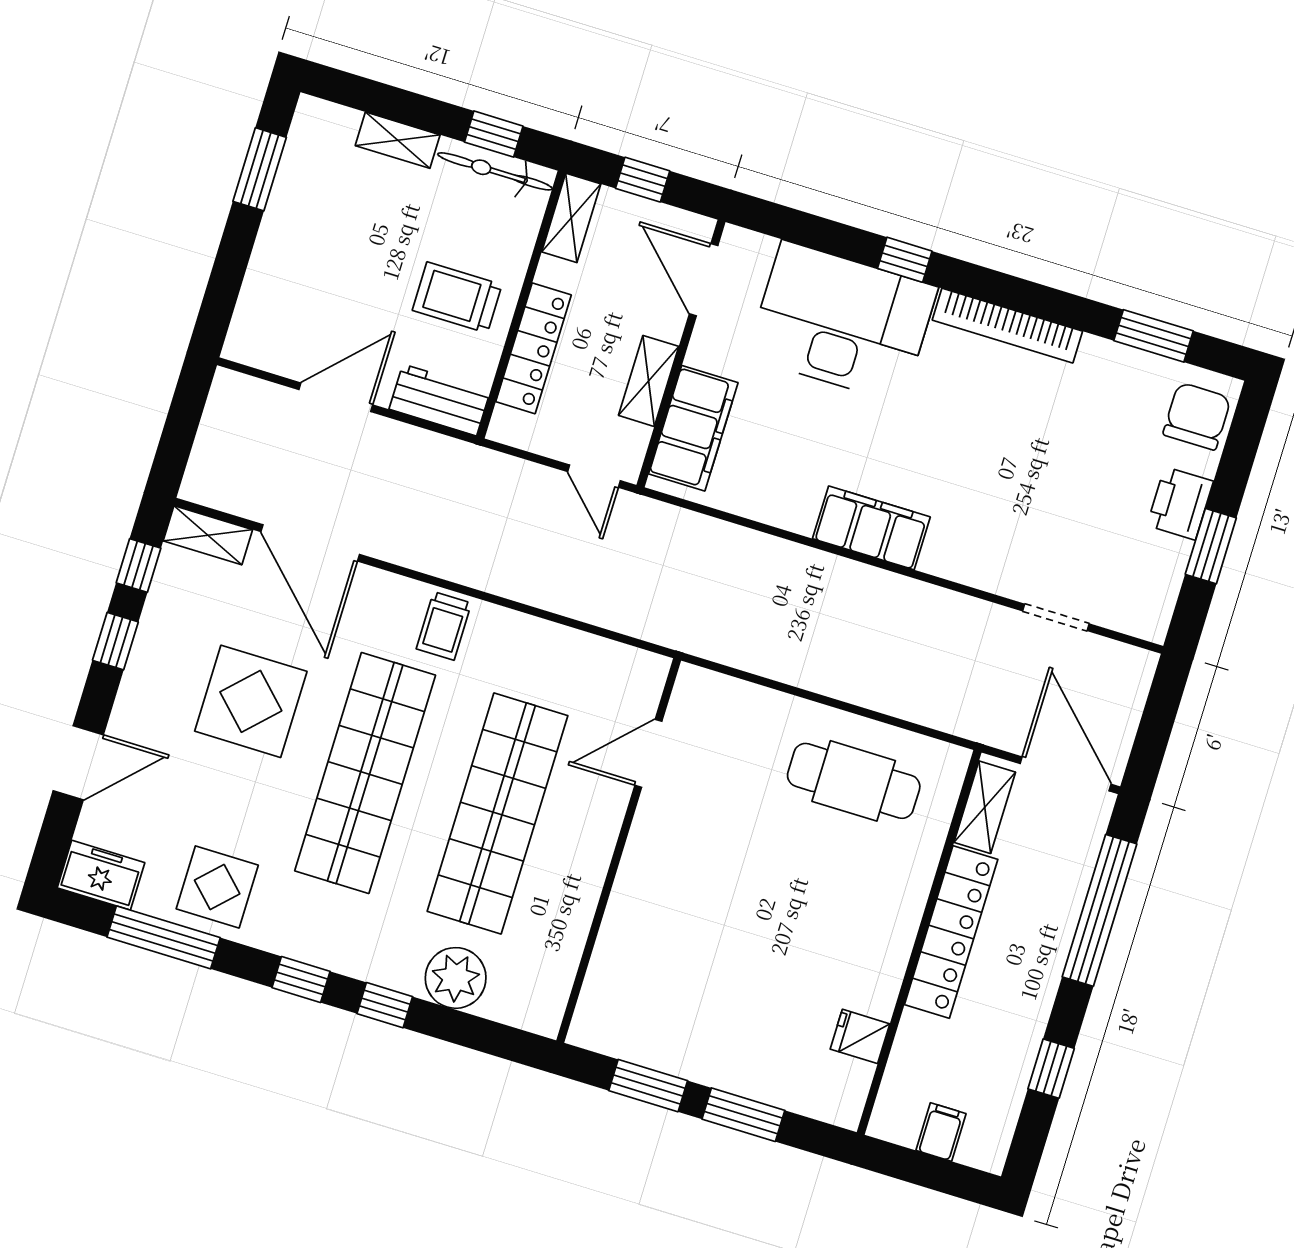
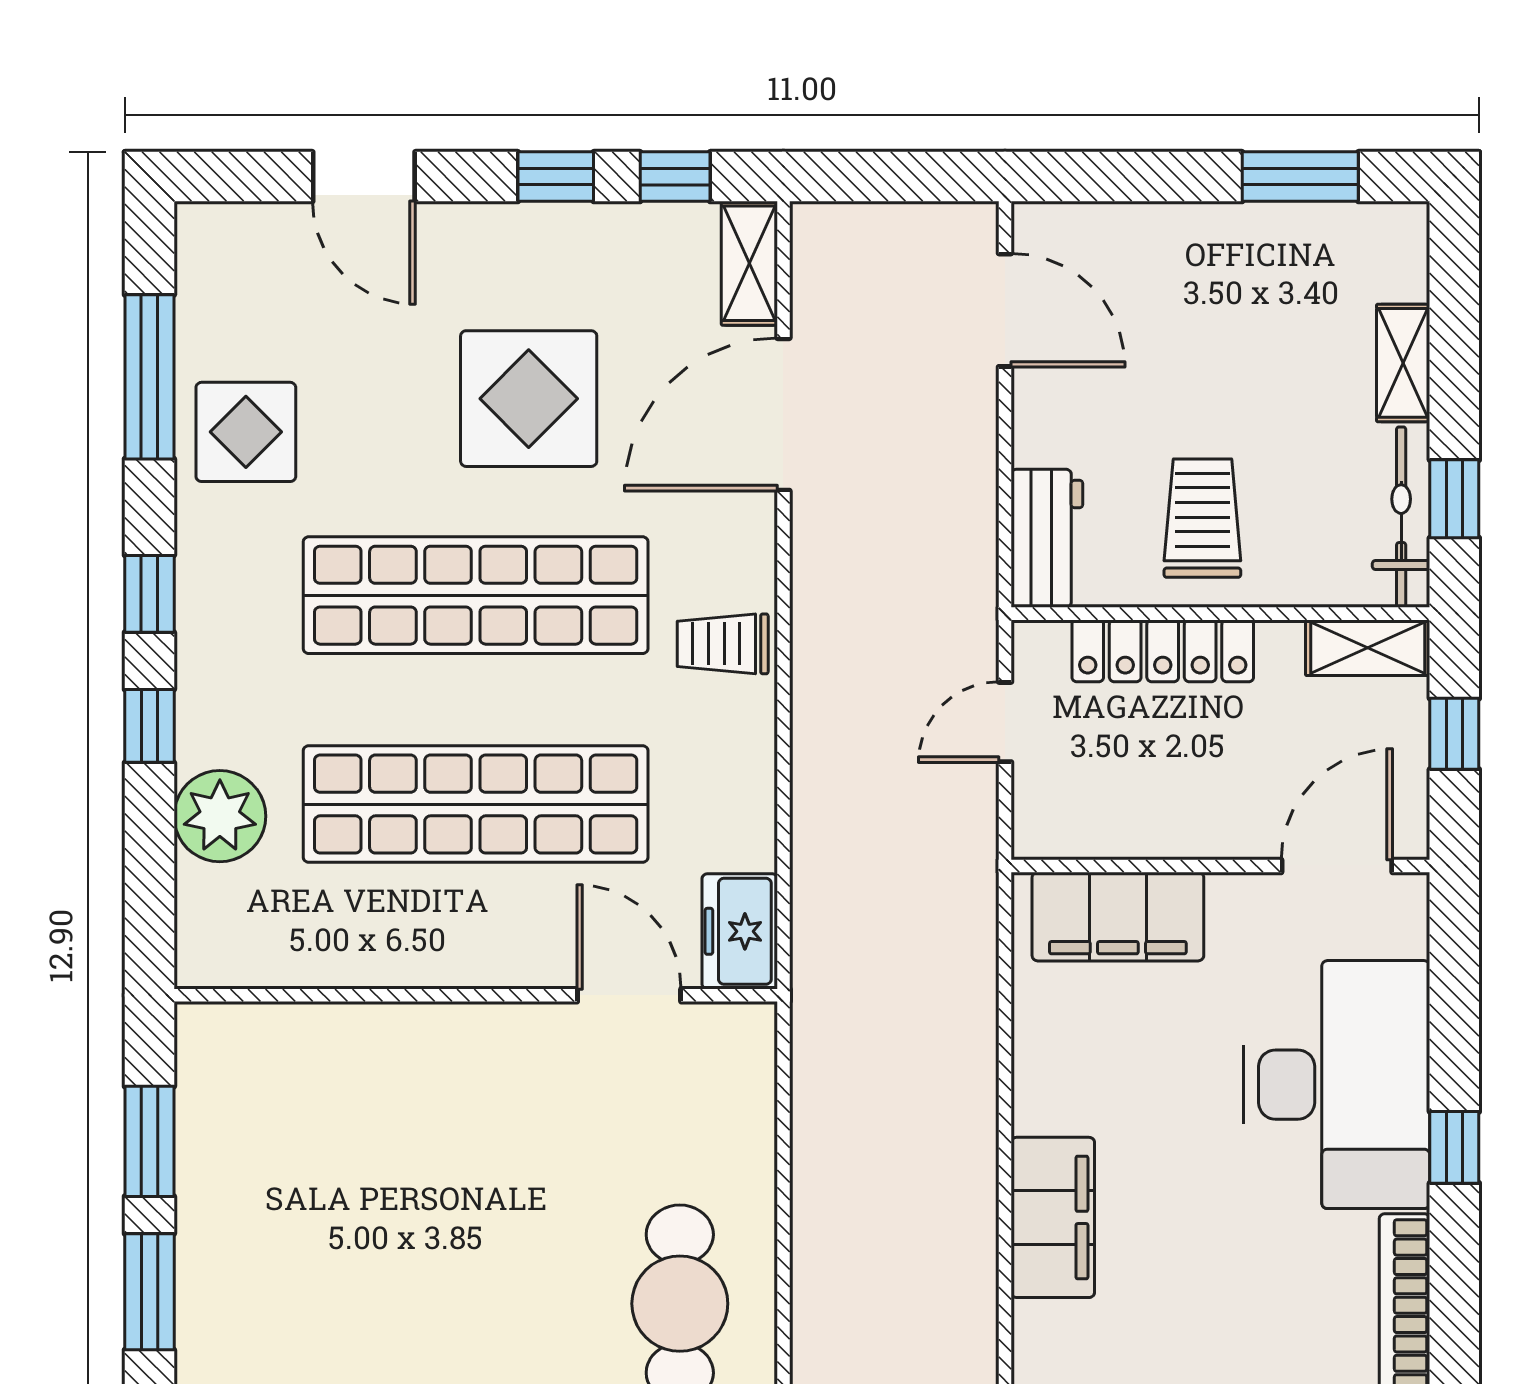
shelving: (649, 381) -> (1167, 831), removed
door: (336, 397) -> (1005, 310), moved
door: (594, 476) -> (1005, 722), moved
freezer: (101, 875) -> (740, 931), moved, turned 180

